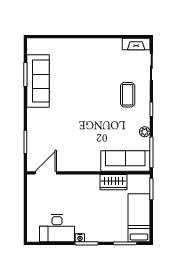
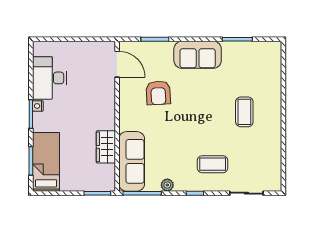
fireplace: (136, 44) -> (274, 175), removed
coffee table: (85, 69) -> (244, 112), added
sofa: (38, 81) -> (198, 55), moved, width x0.73
armchair: (69, 139) -> (158, 93), added
bed: (139, 218) -> (46, 162), moved, turned -90

